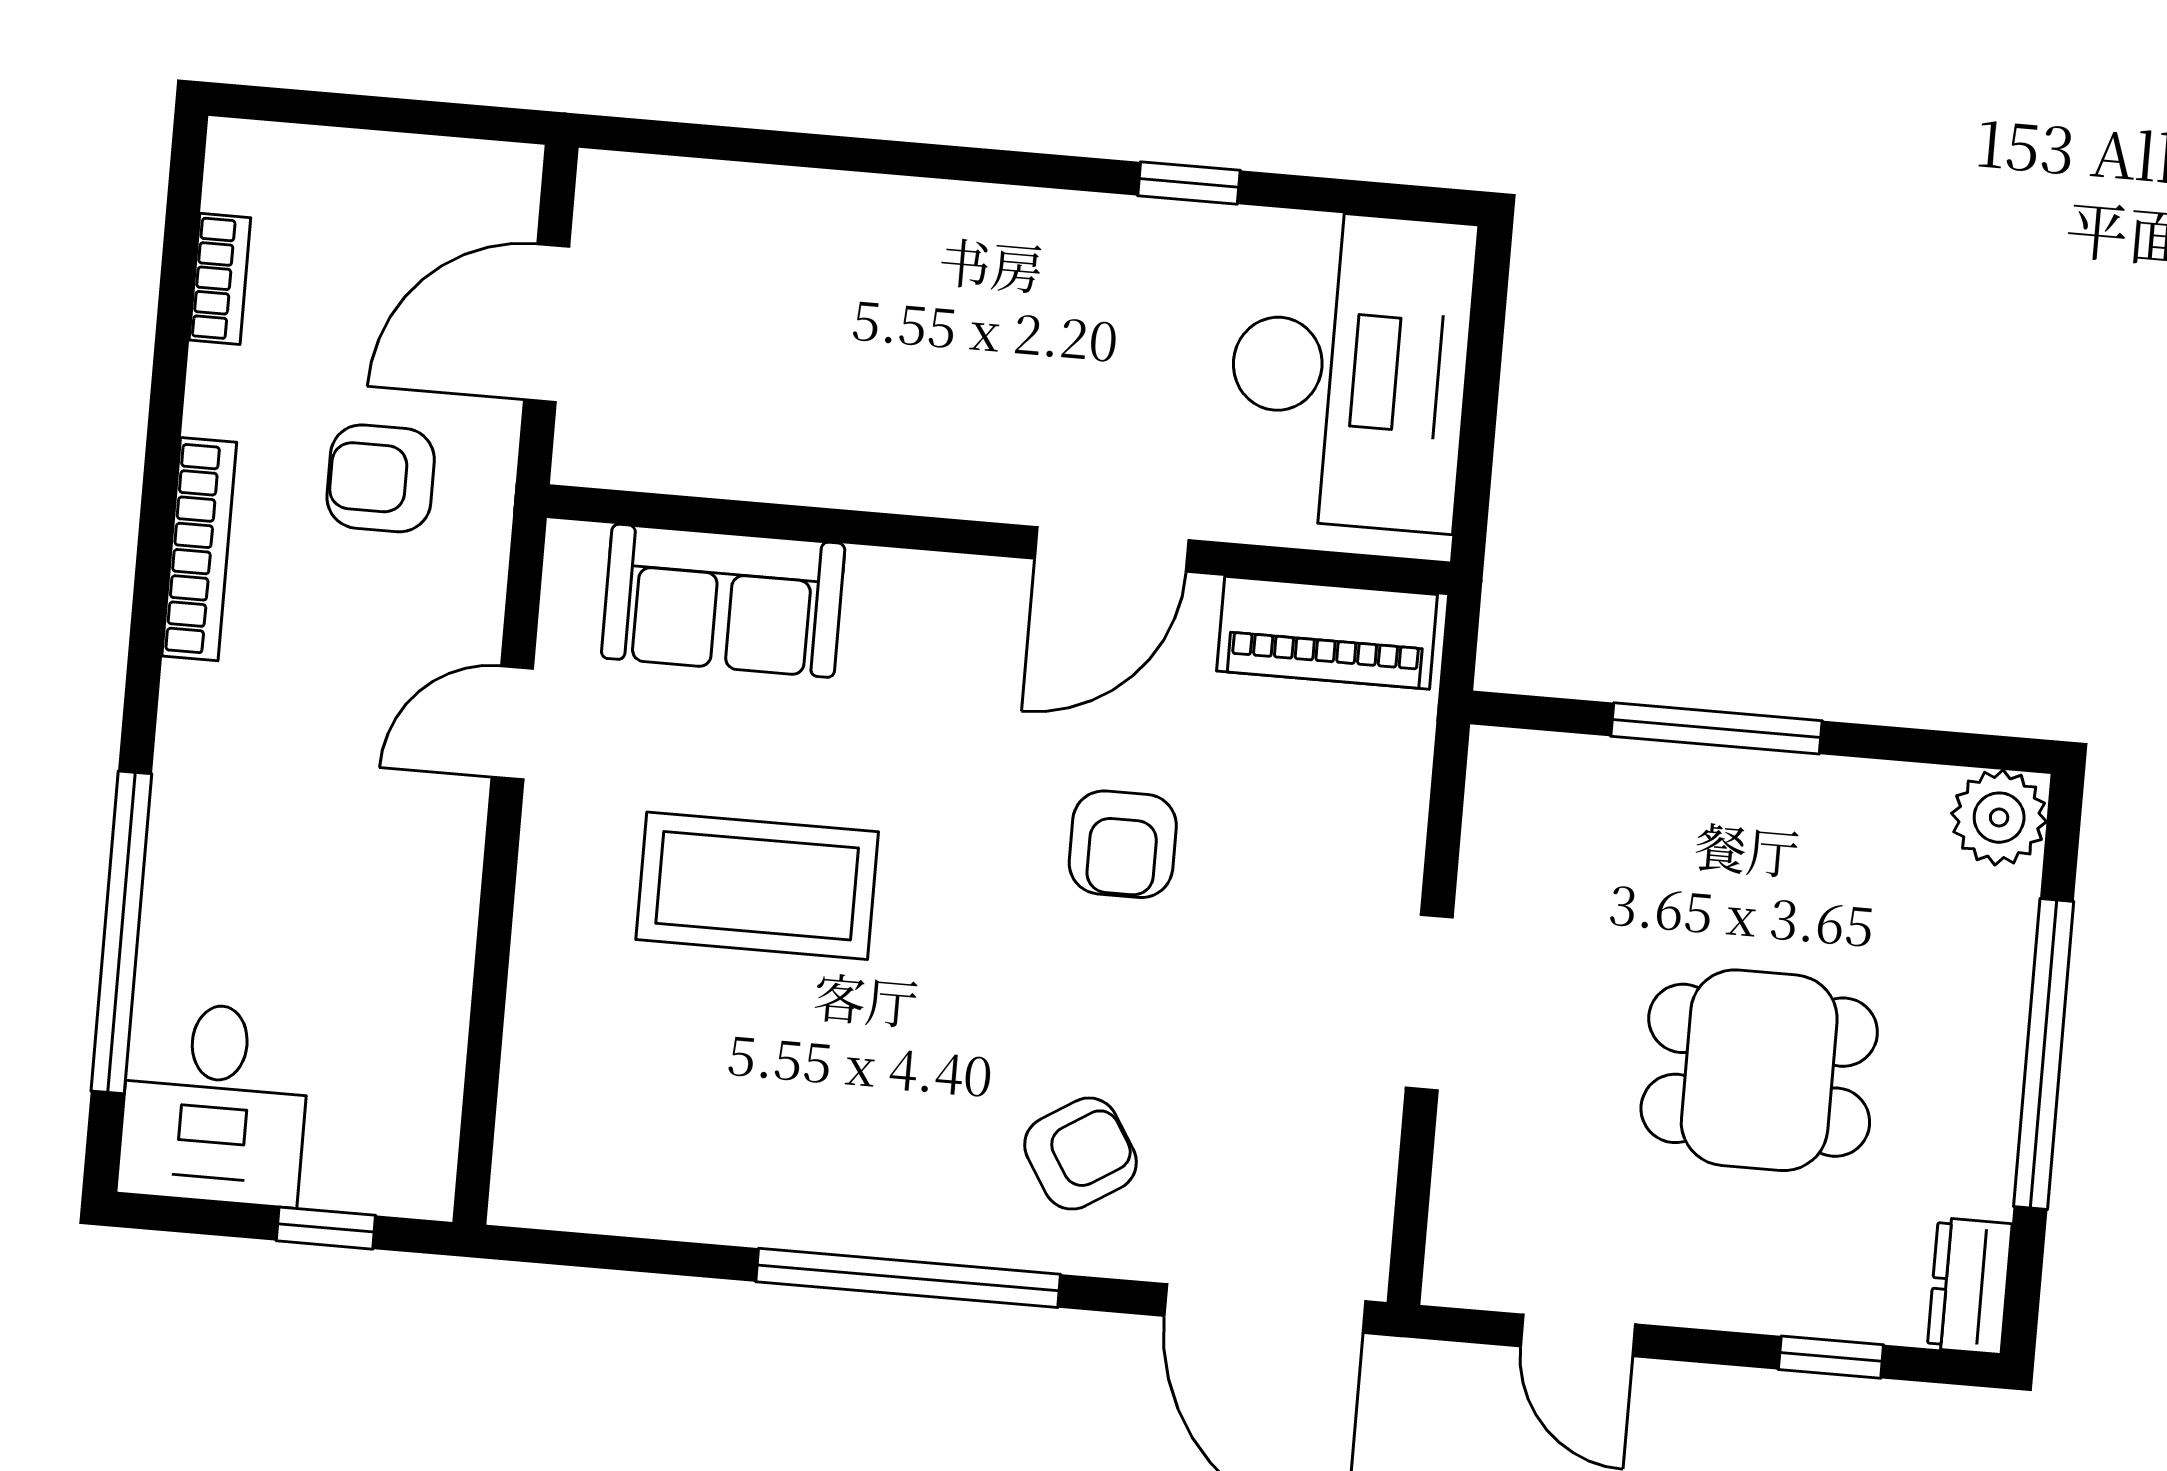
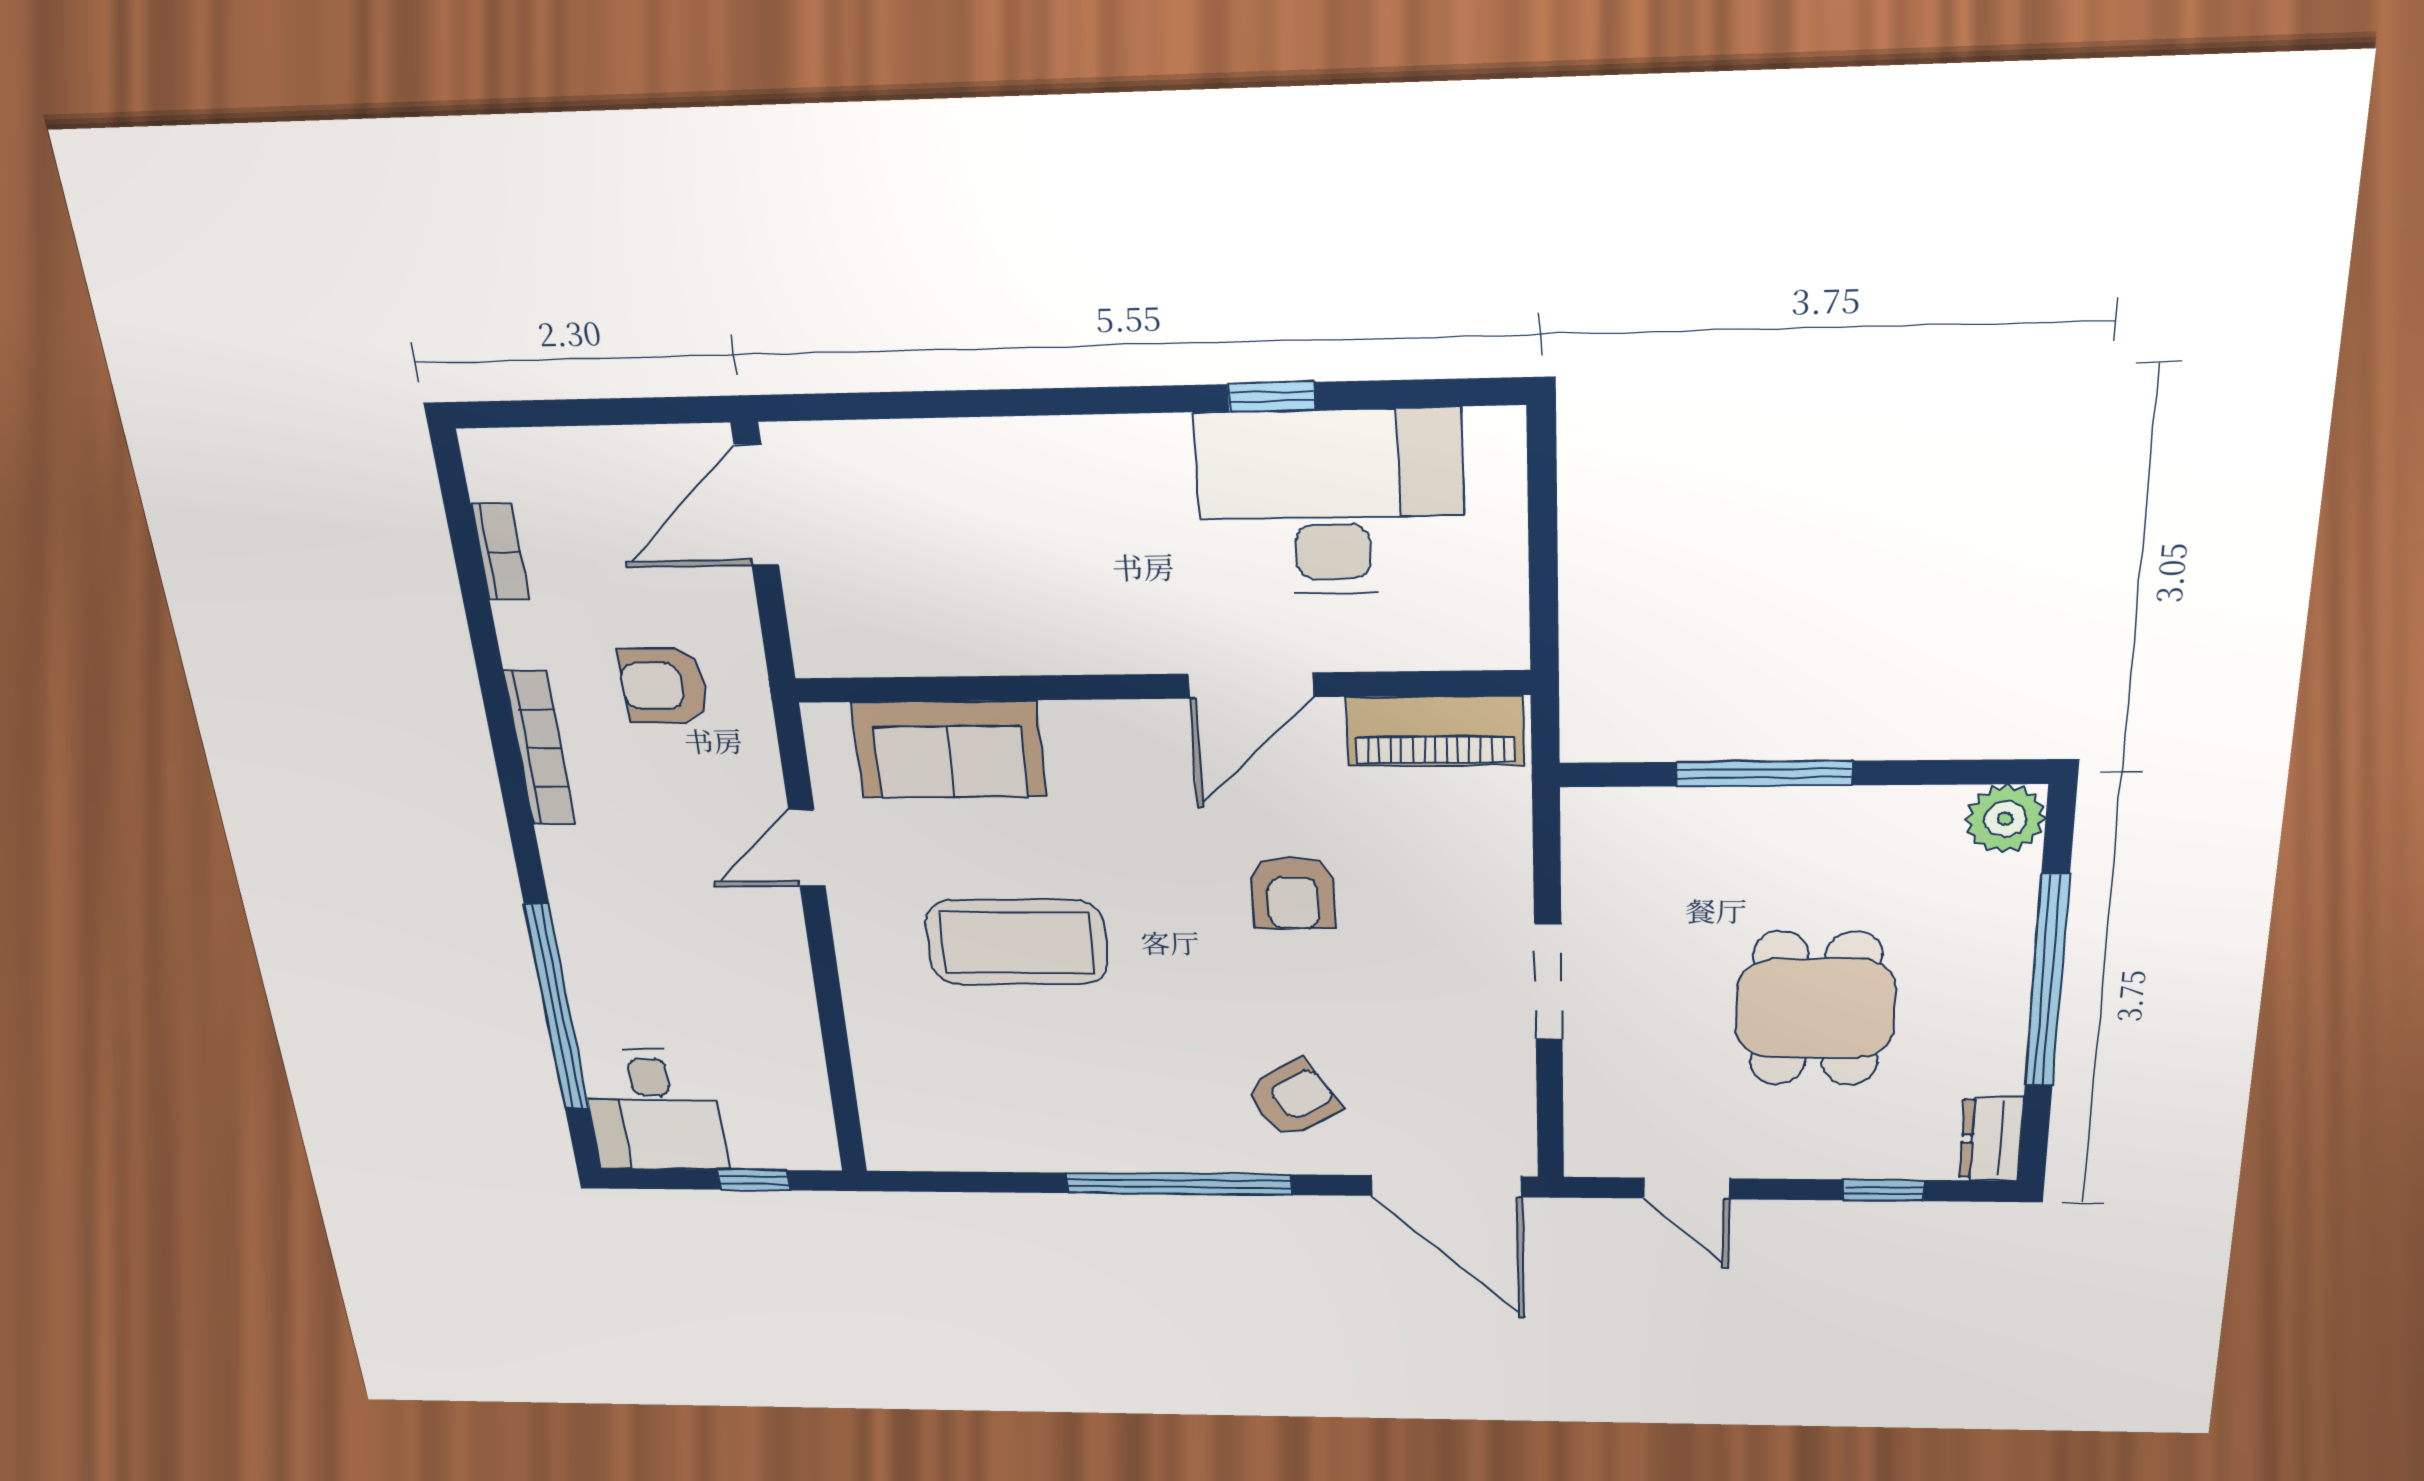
door: (547, 323) -> (756, 505), moved
desk: (1350, 370) -> (1331, 503), moved, turned -90
dining table: (1759, 1070) -> (1815, 1009), turned 90

